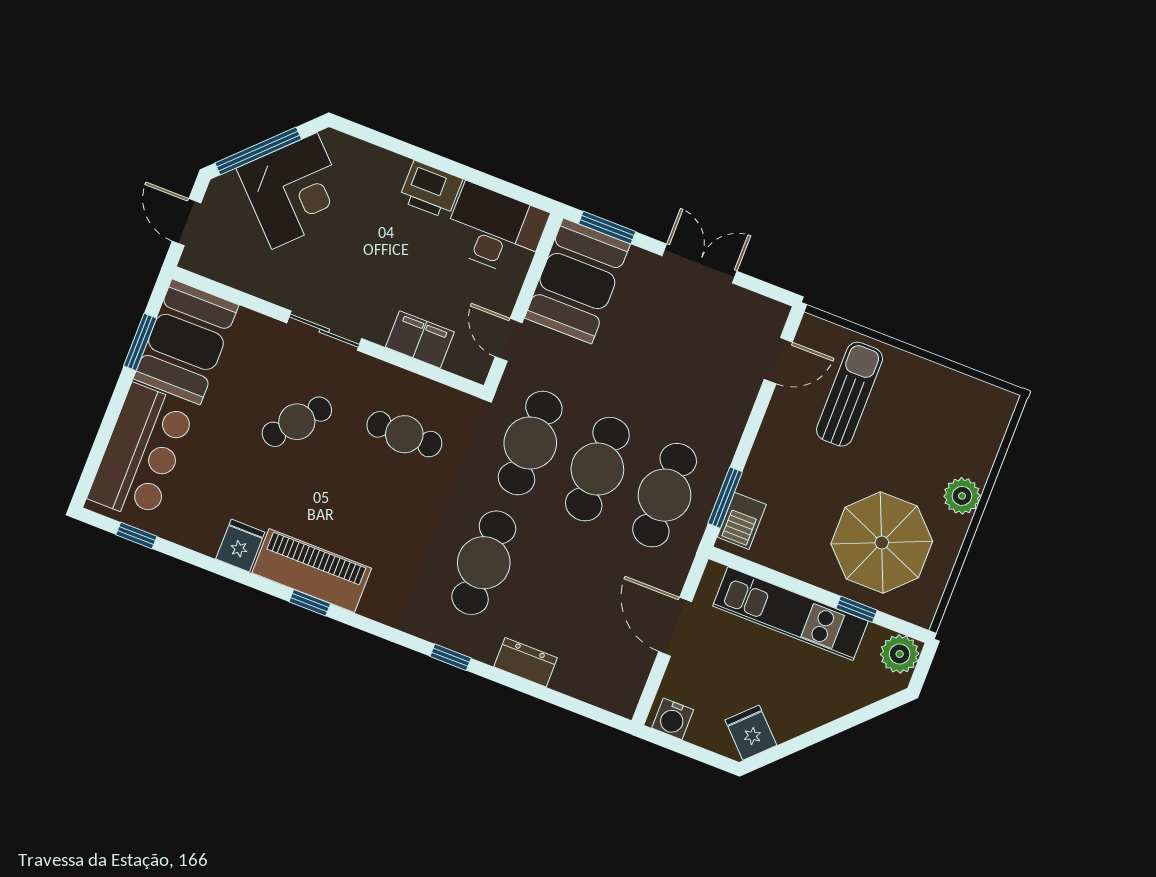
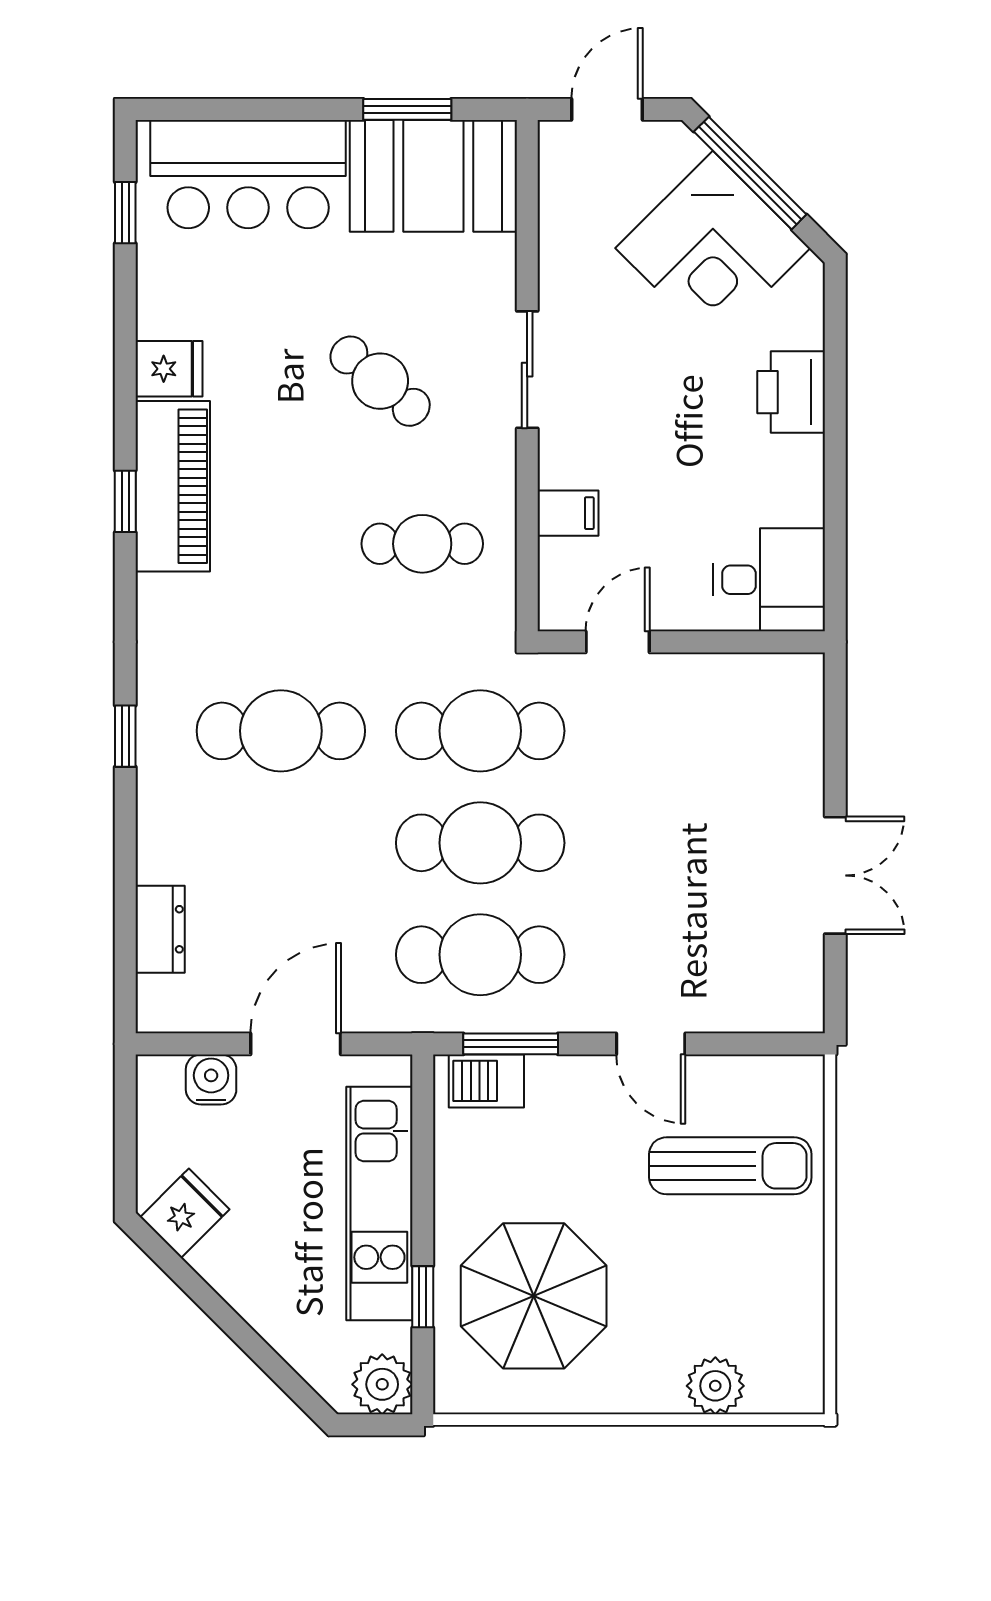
printer: (431, 190) -> (791, 392), moved
window: (607, 228) -> (835, 721), removed
desk: (495, 230) -> (769, 580), width x0.73
booth: (577, 281) -> (741, 708), removed
filing cabinet: (420, 340) -> (568, 513), width x0.50
door: (778, 361) -> (651, 1044), moved
cafe table: (404, 434) -> (422, 544), turned 90
plant: (962, 496) -> (715, 1386), moved
dresser: (526, 662) -> (160, 929), moved
water cooler: (673, 719) -> (211, 1079), moved, turned 90

